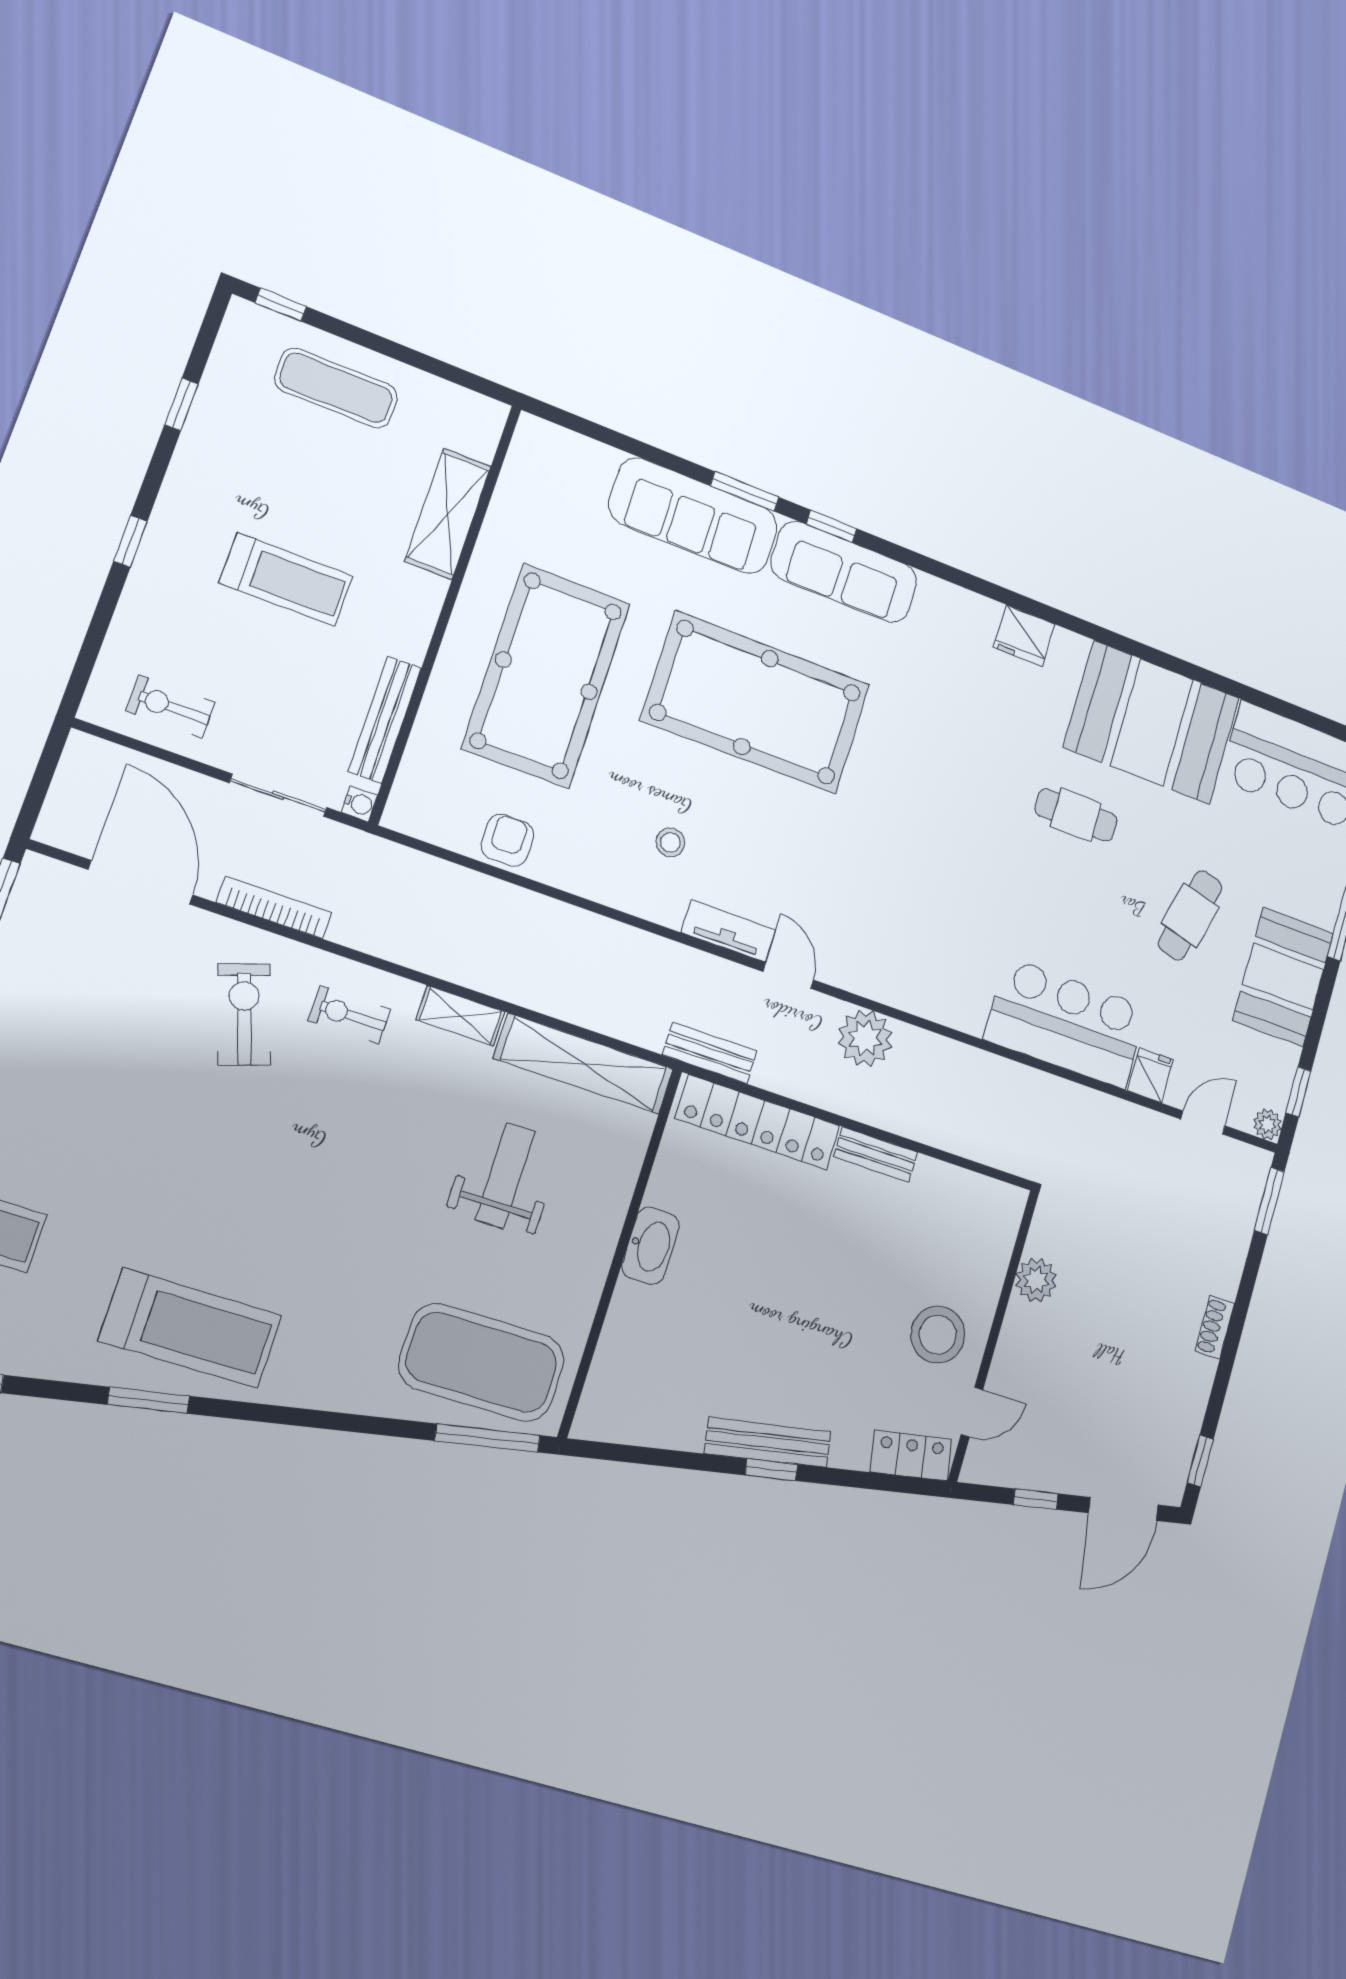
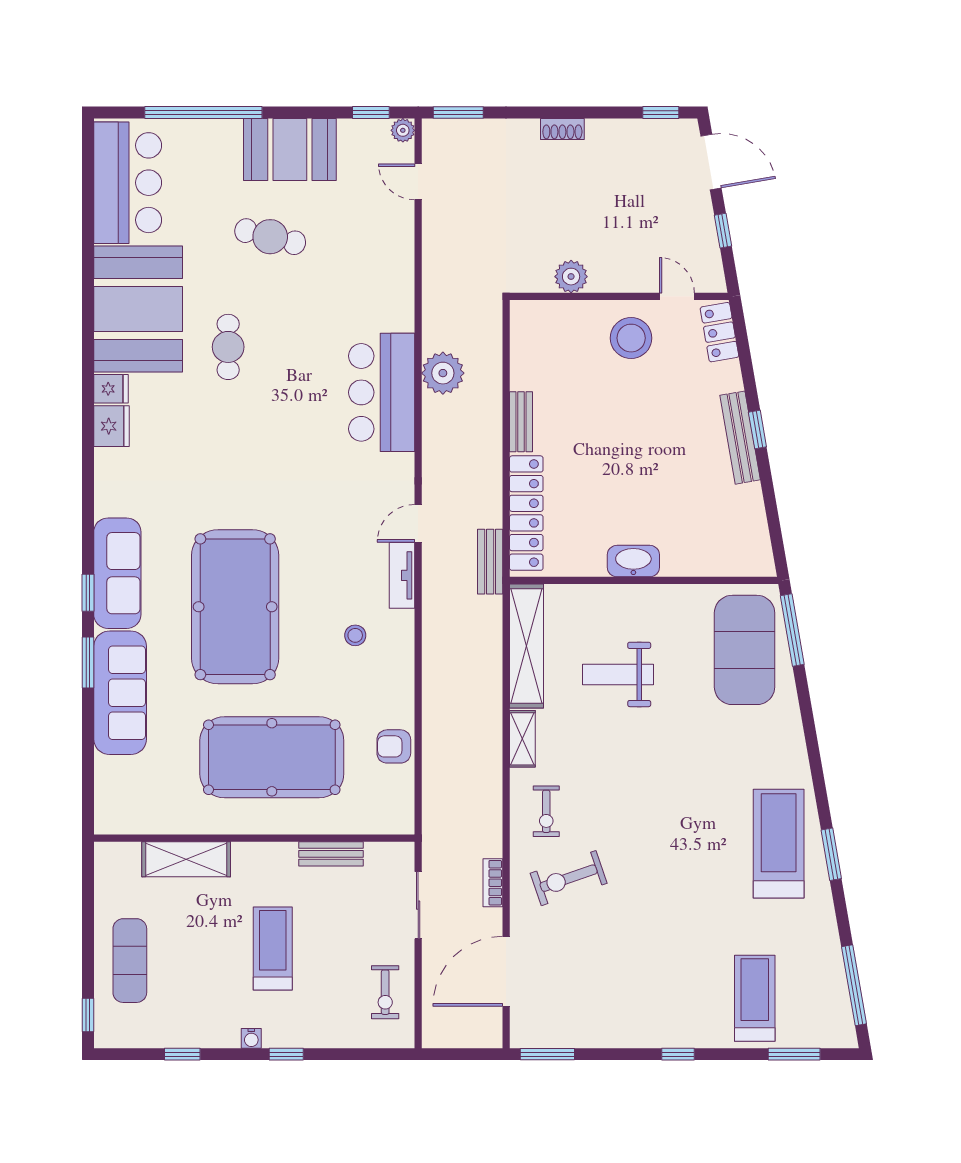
bench: (385, 720) -> (331, 854), width x0.73
water cooler: (359, 804) -> (251, 1038), moved, turned 180
bookcase: (274, 908) -> (493, 883), width x0.64
bar counter: (1066, 1023) -> (382, 392), moved
plant: (865, 1038) -> (443, 373), moved
fridge: (1150, 1075) -> (111, 389), moved, turned 180

